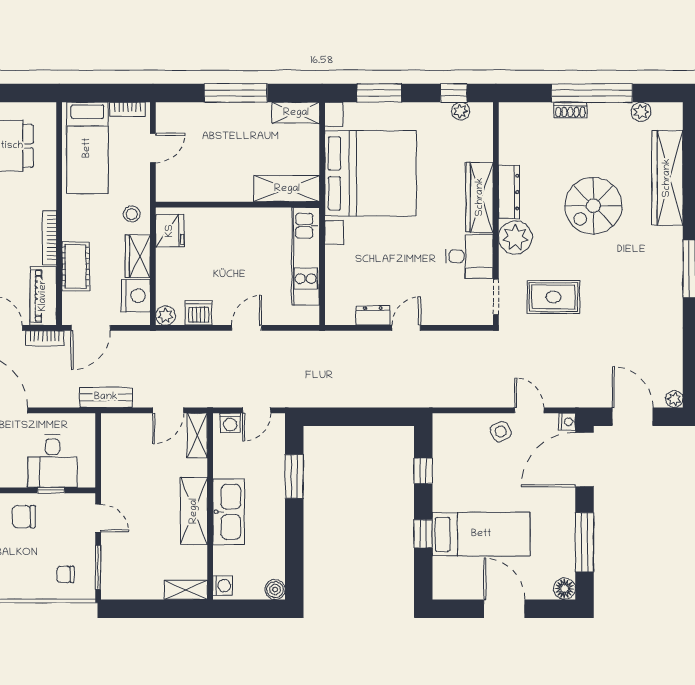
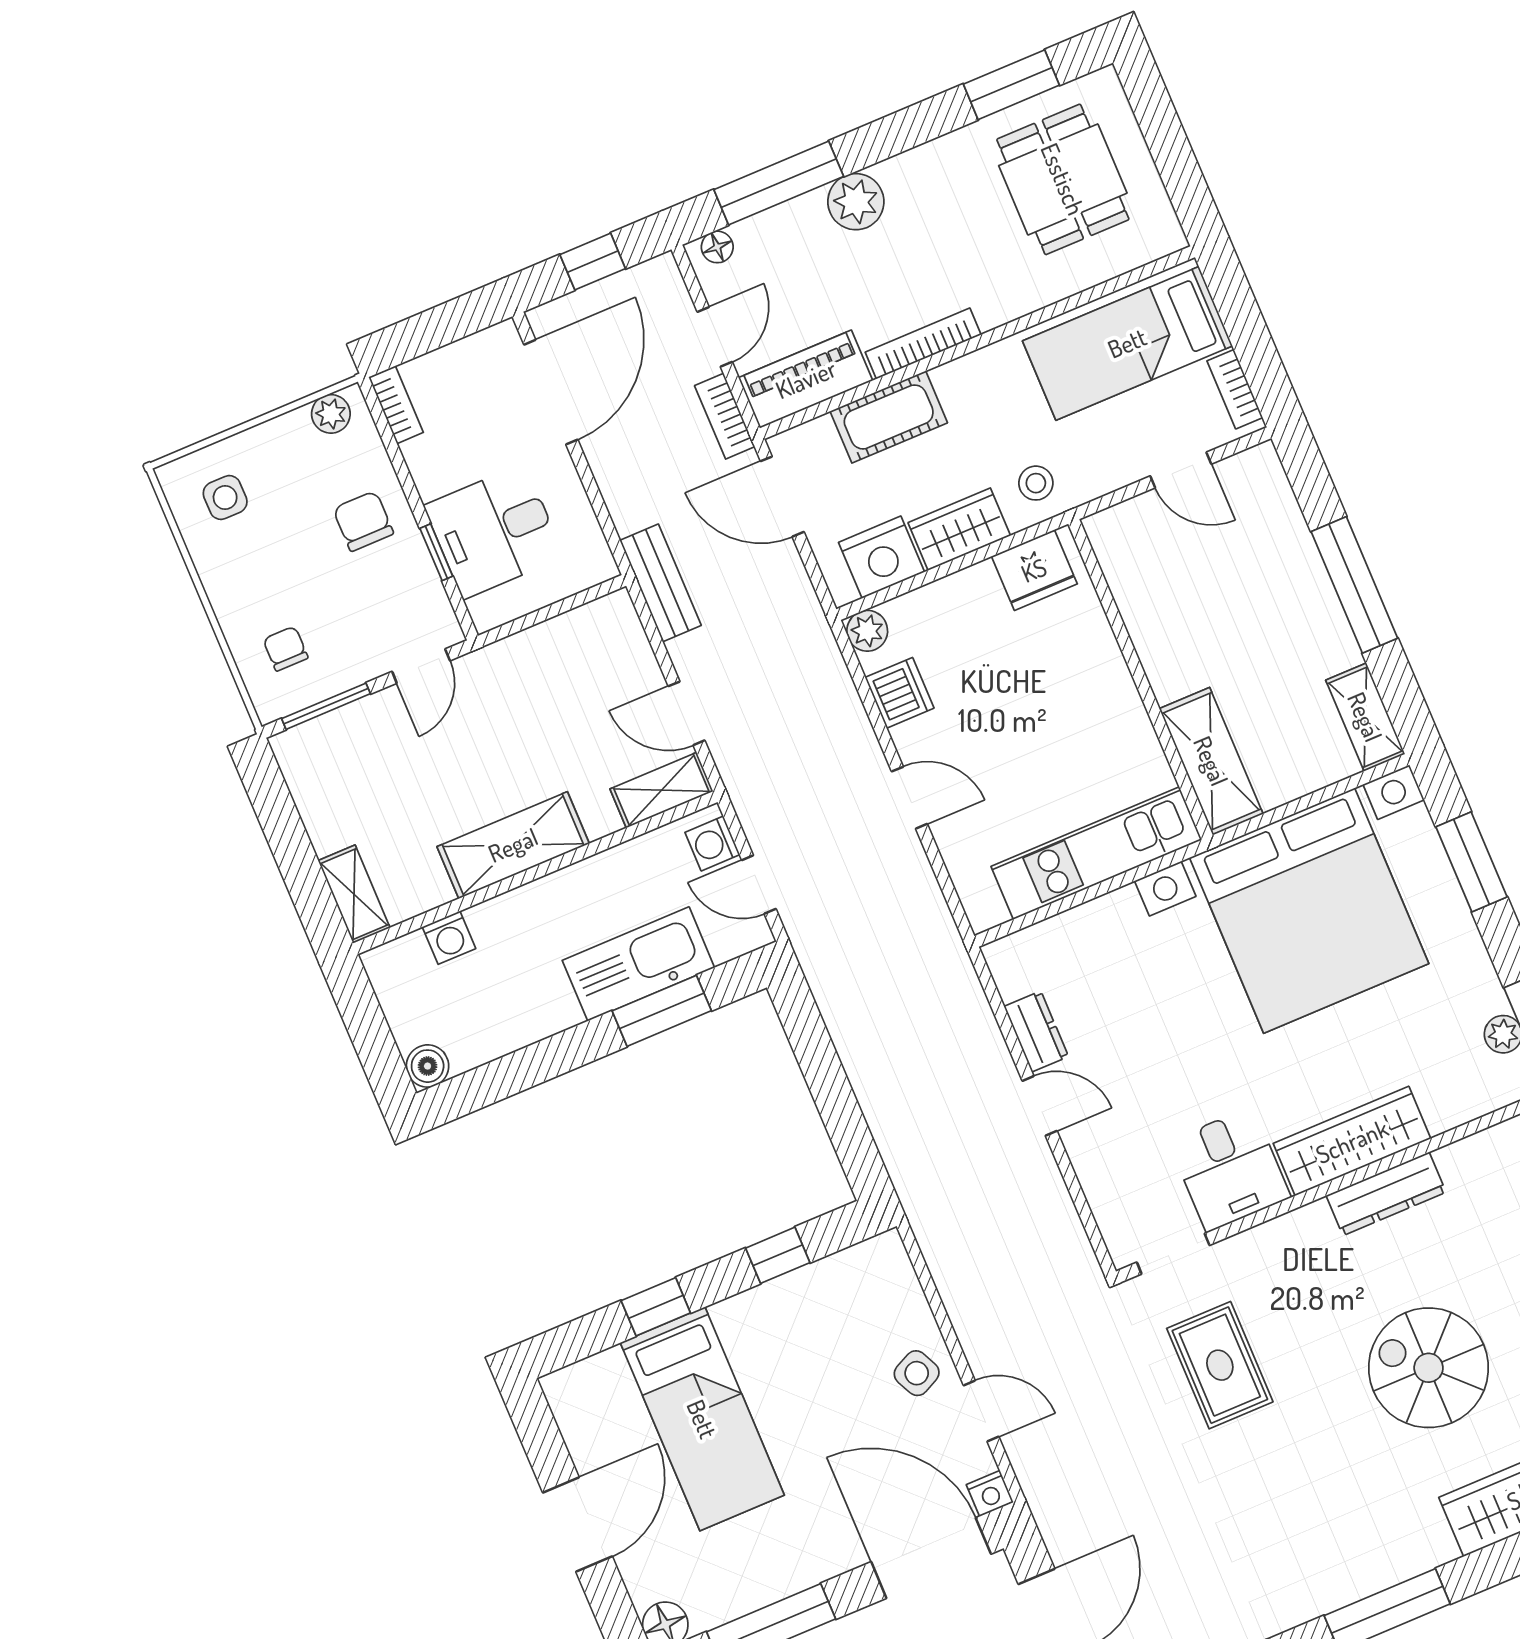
plant: (515, 237) -> (1304, 1243), removed
door: (529, 410) -> (981, 1411), hinge flipped
kitchen sink: (229, 512) -> (638, 964), moved, turned 180
washing machine: (223, 586) -> (449, 938), moved

